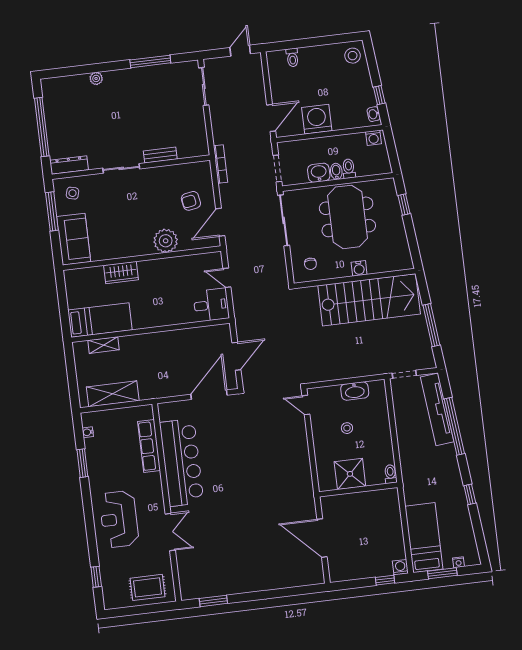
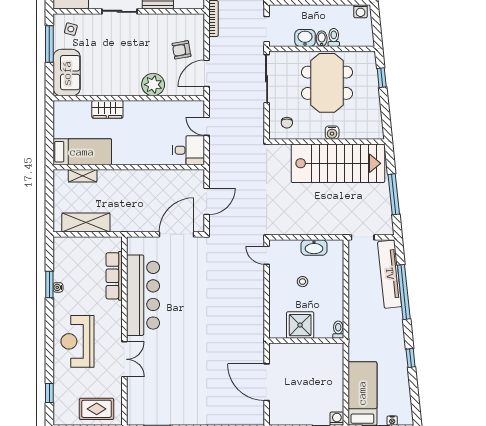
water cooler: (88, 432) -> (58, 287), moved

